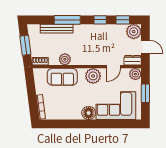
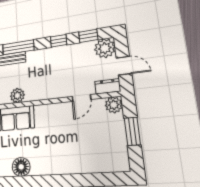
plant: (93, 76) -> (55, 113), removed
corner sofa: (116, 106) -> (90, 152), removed
floor lamp: (89, 113) -> (21, 167), moved

